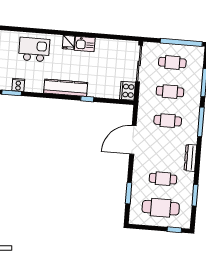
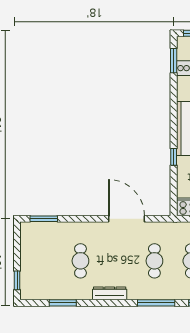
window: (129, 193) -> (44, 219), moved
cafe table: (161, 208) -> (43, 261), removed

